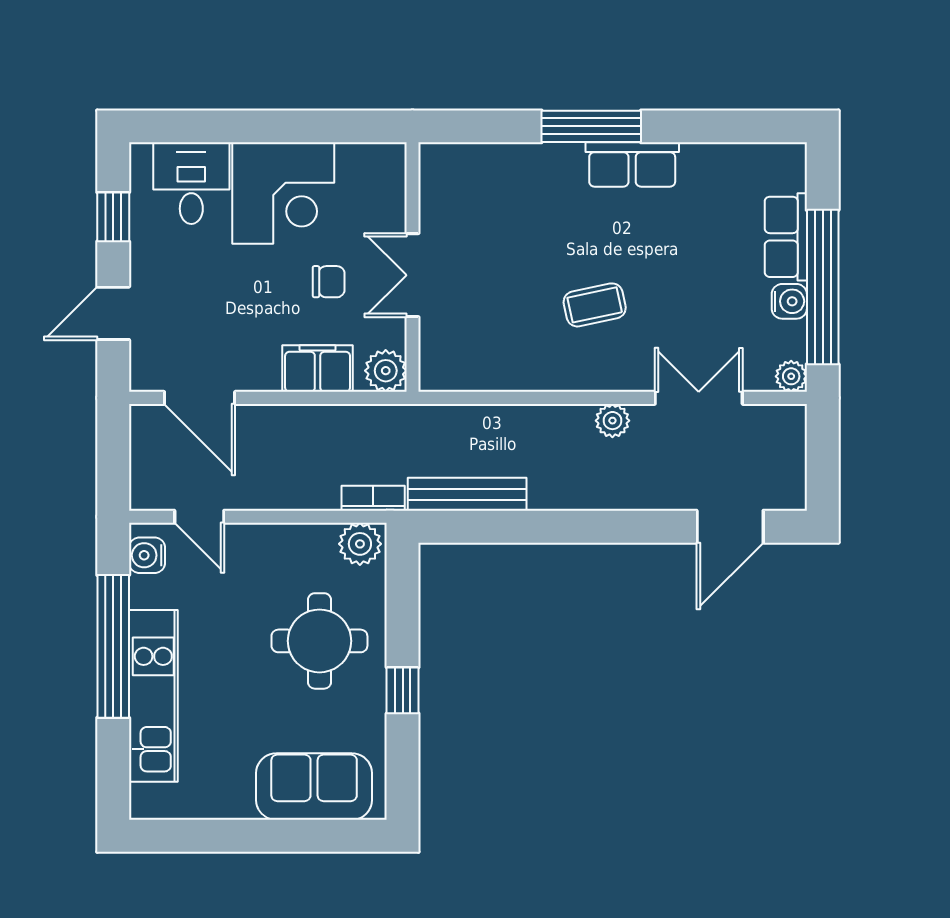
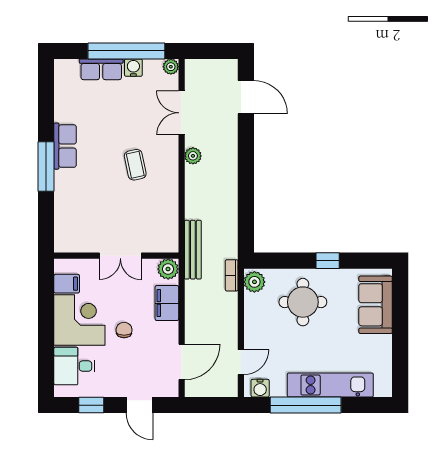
filing cabinet: (356, 168) -> (67, 284), added
chair: (329, 282) -> (124, 330), moved
bench: (467, 494) -> (193, 250), moved

